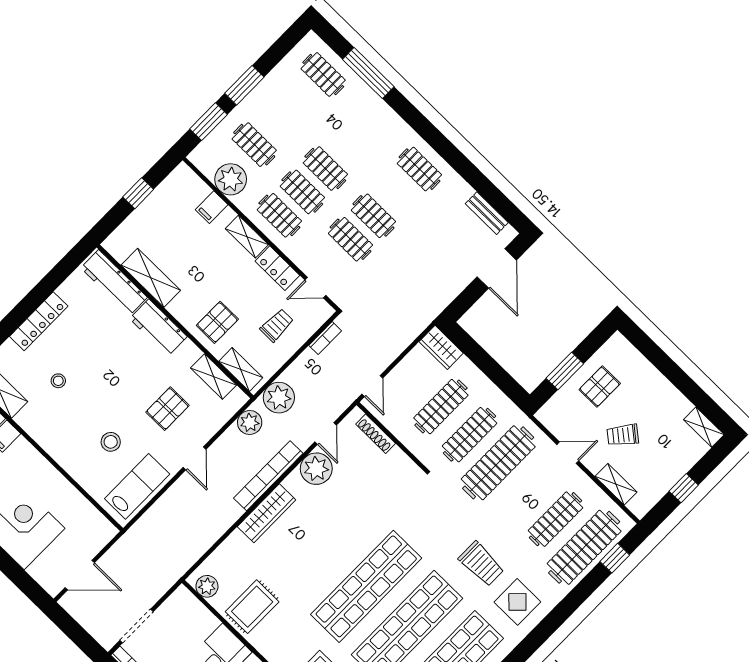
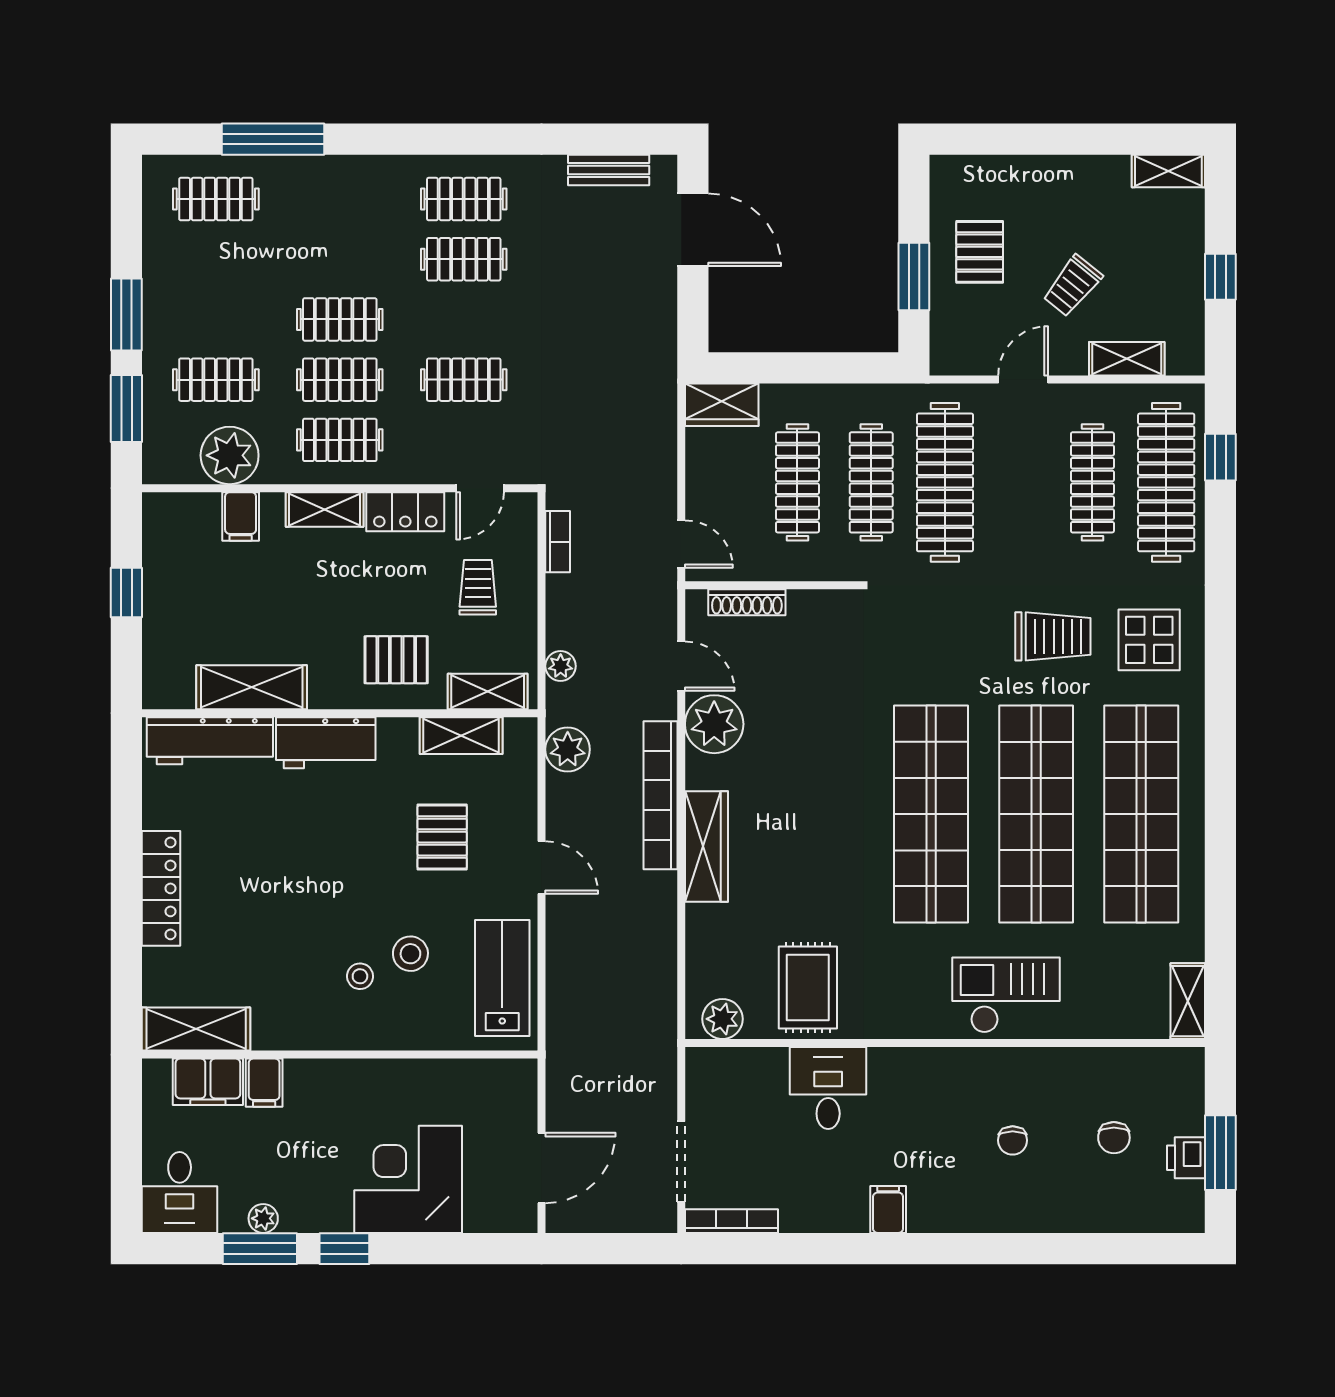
clothes rail: (373, 216) -> (464, 259), moved
pallet: (217, 322) -> (396, 660), turned 90
stool: (58, 381) -> (360, 976), moved
plant: (279, 398) -> (561, 666), width x0.53, depth x0.53

